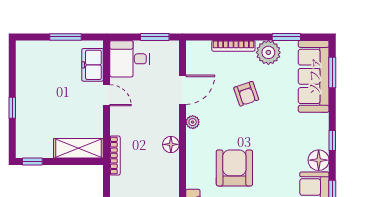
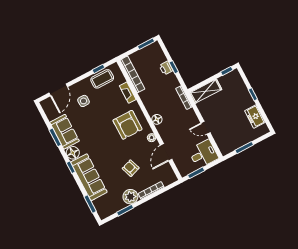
freezer: (93, 65) -> (255, 117), moved, turned 180
sofa: (314, 76) -> (89, 177), moved
armchair: (234, 168) -> (127, 125), moved

